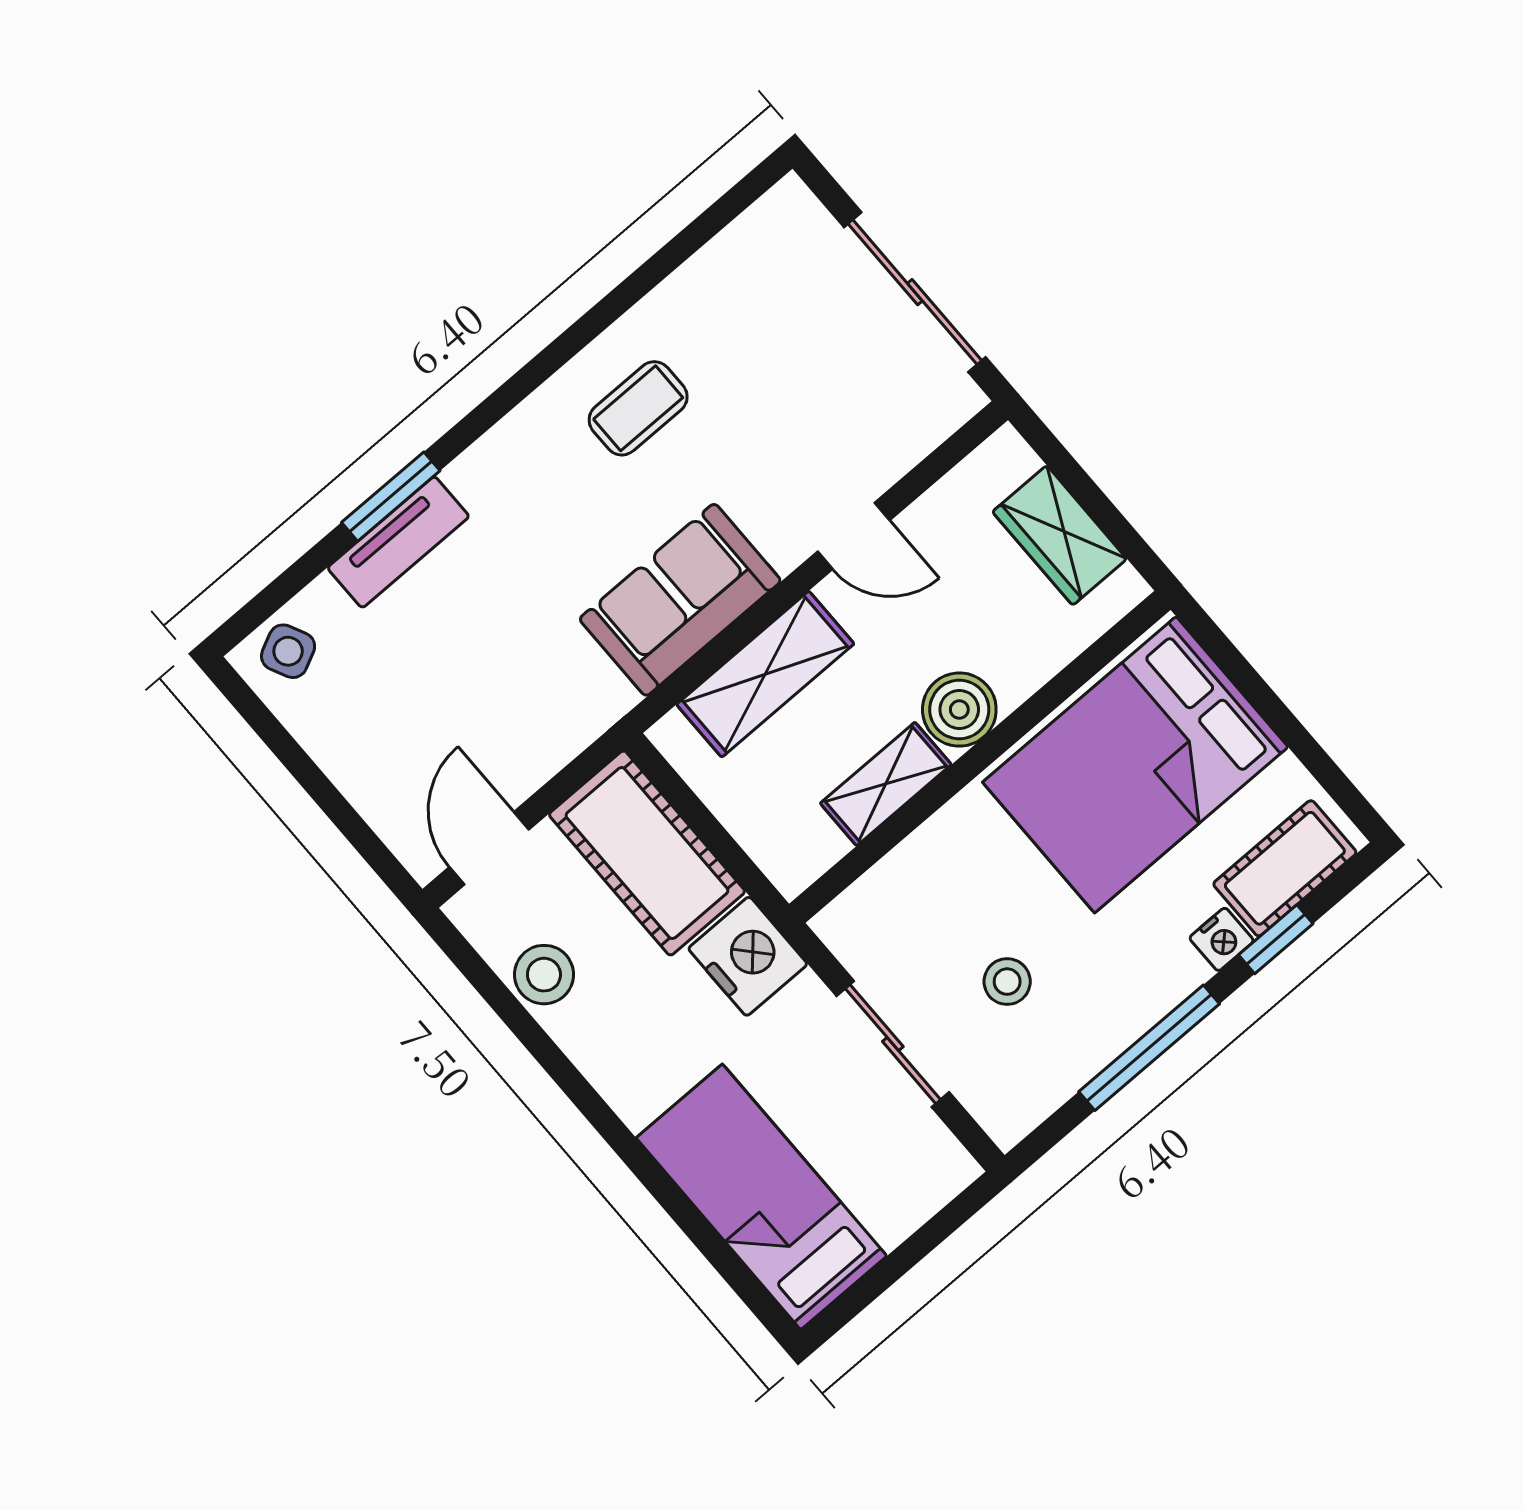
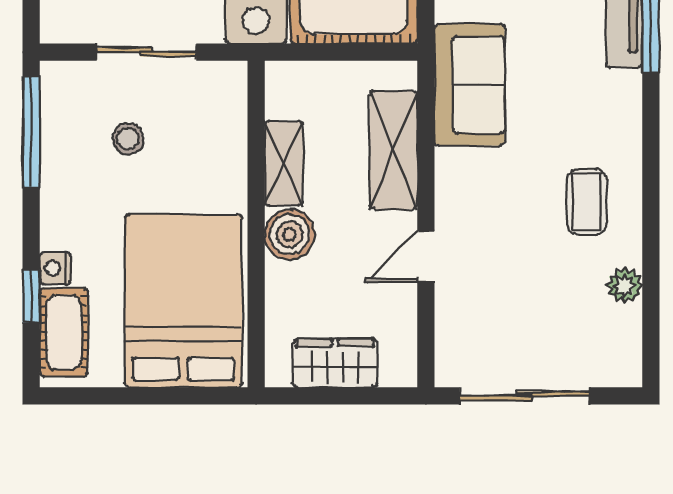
plant: (695, 286) -> (625, 285), added
sofa: (680, 600) -> (470, 85), moved
window: (1149, 1048) -> (31, 132), moved

